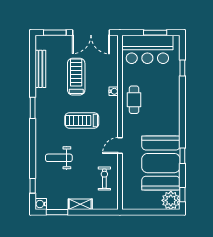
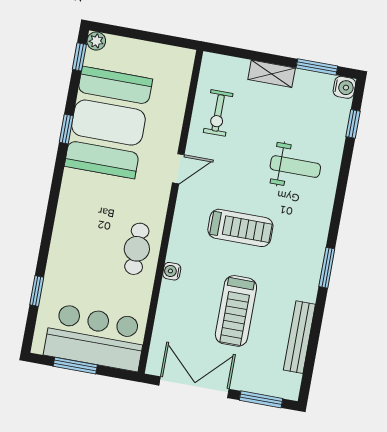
plant: (171, 200) -> (96, 41), width x0.53, depth x0.53

